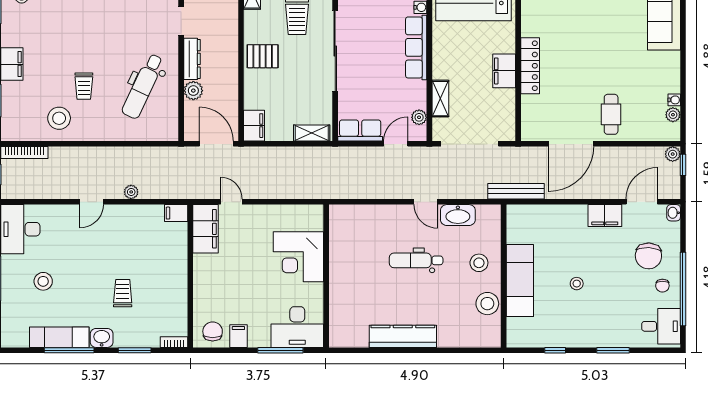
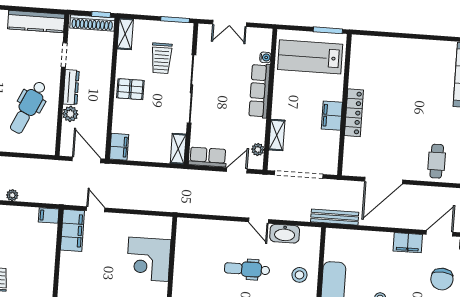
cafe table: (611, 114) -> (437, 161), moved
shelving: (312, 133) -> (178, 149), moved, turned 90

